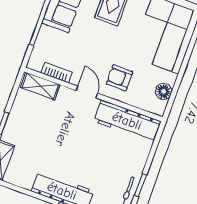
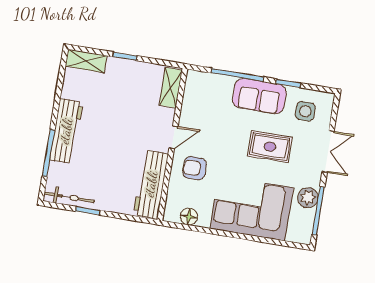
bookcase: (56, 72) -> (188, 102), removed
armchair: (119, 78) -> (195, 168), turned -90

